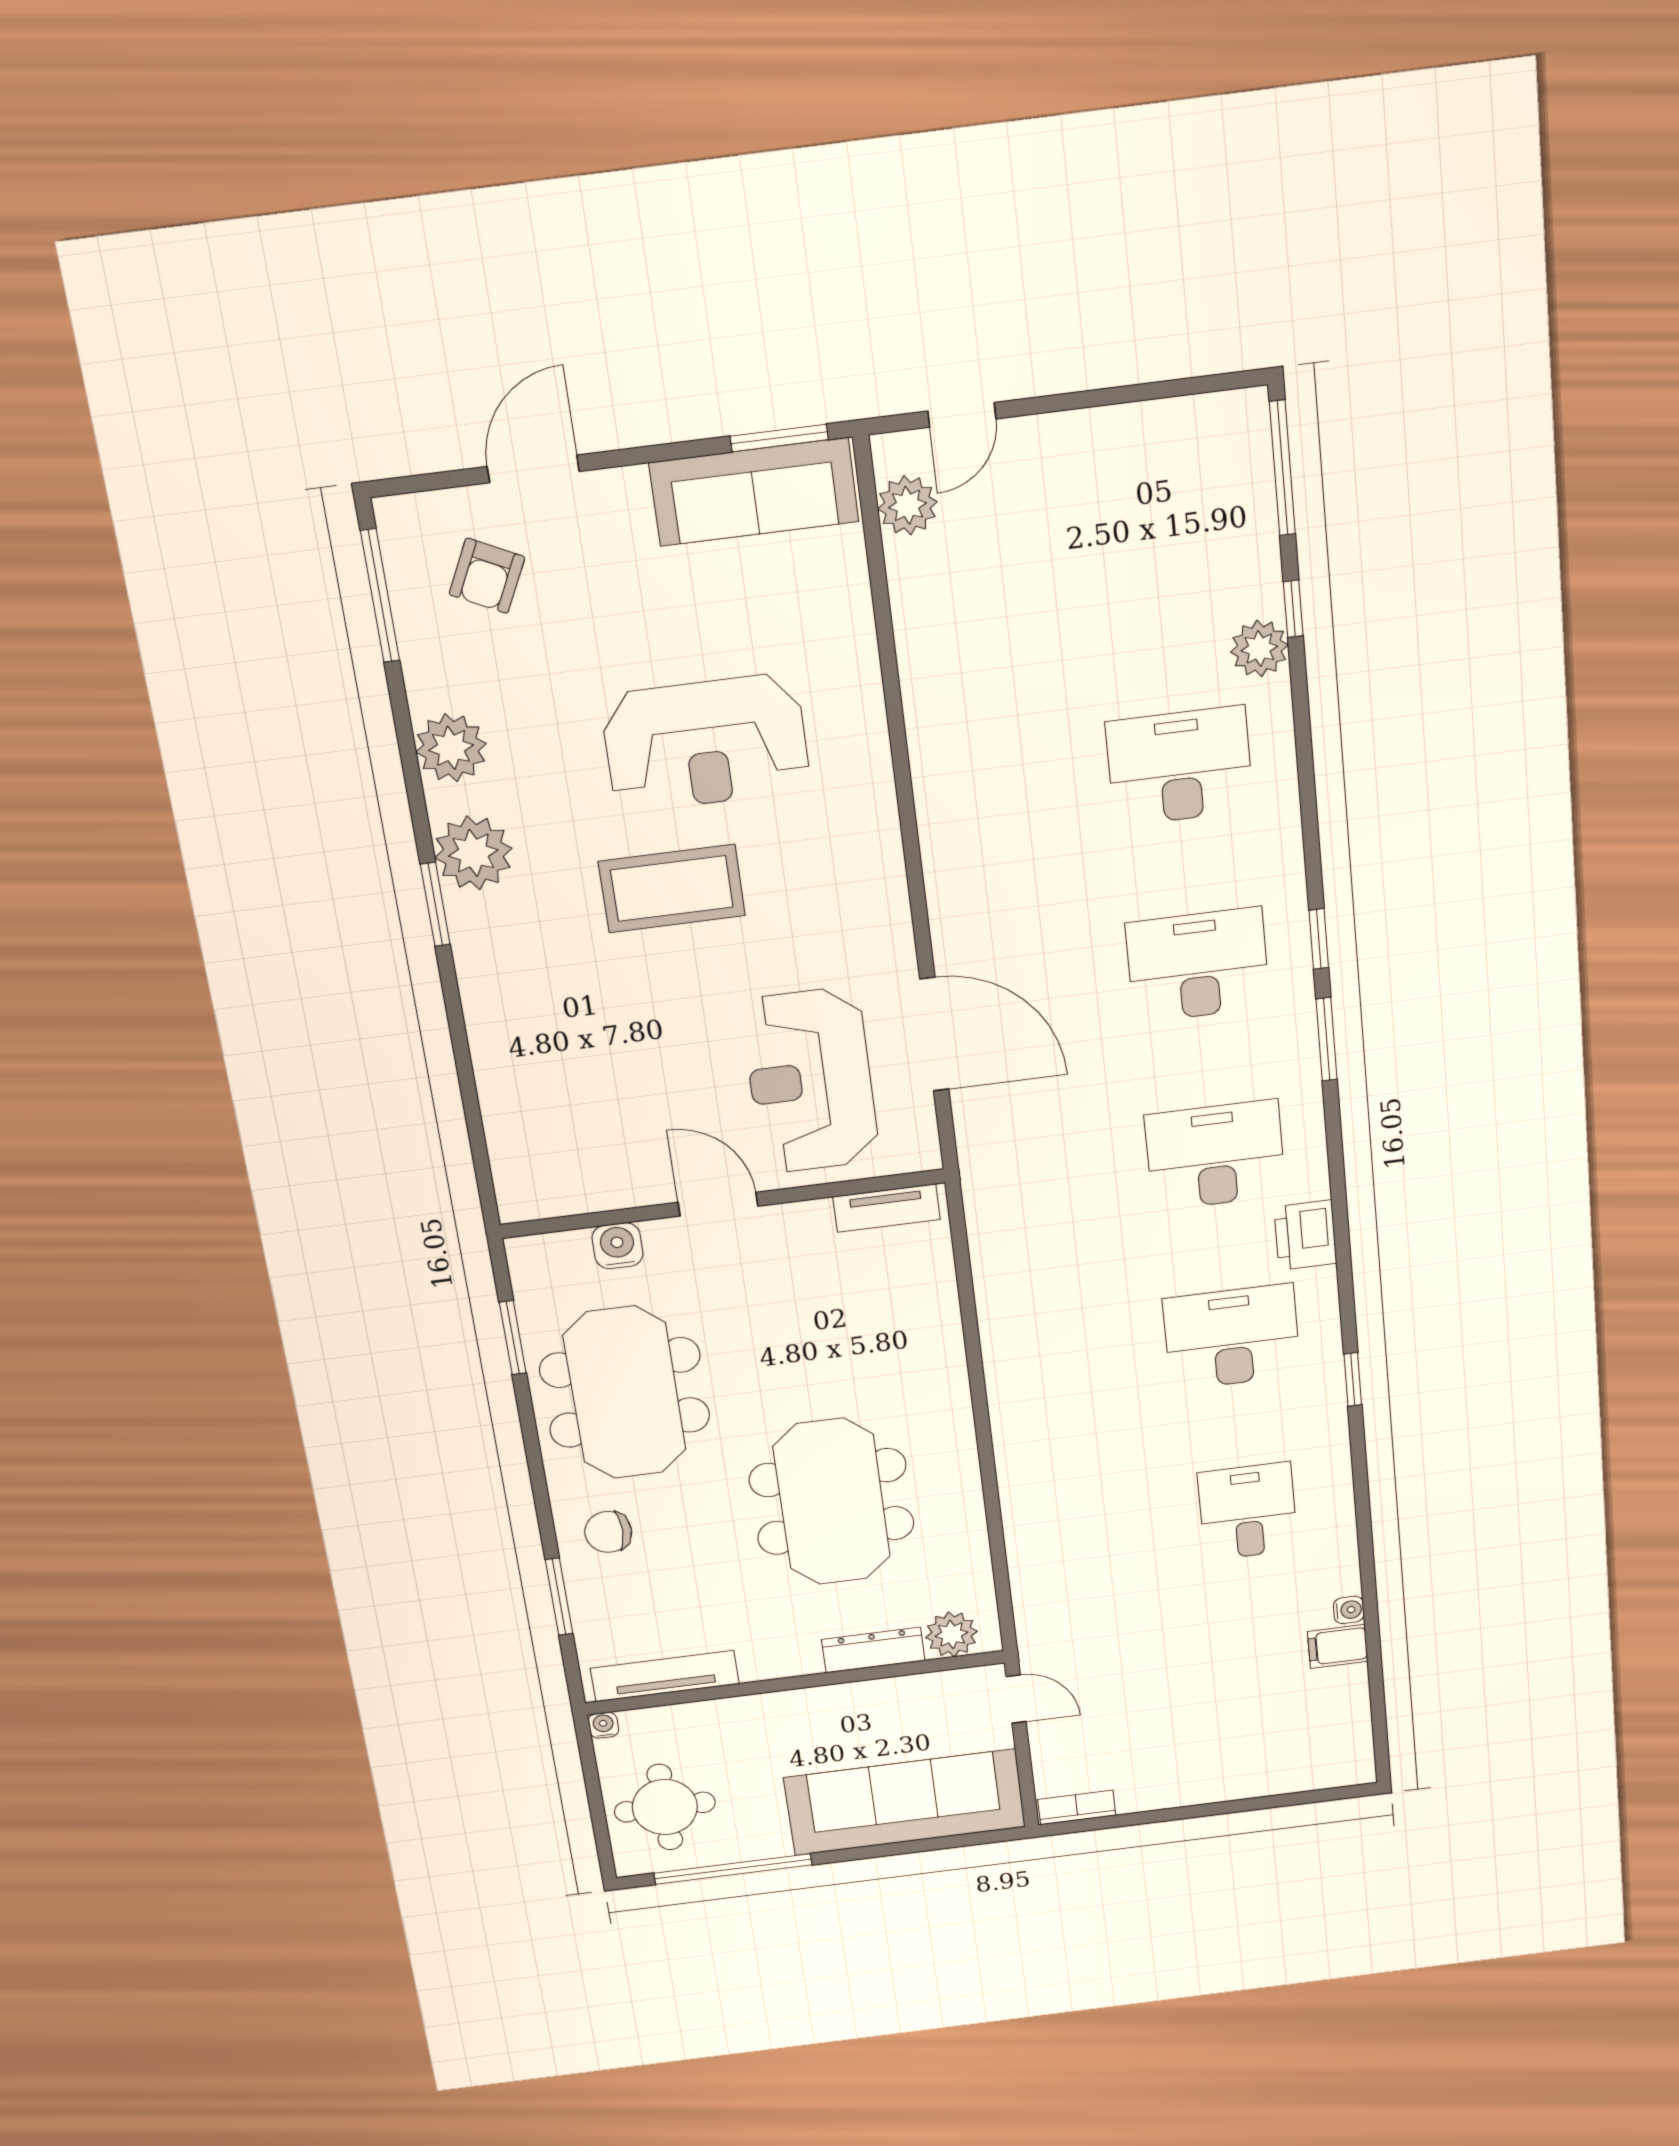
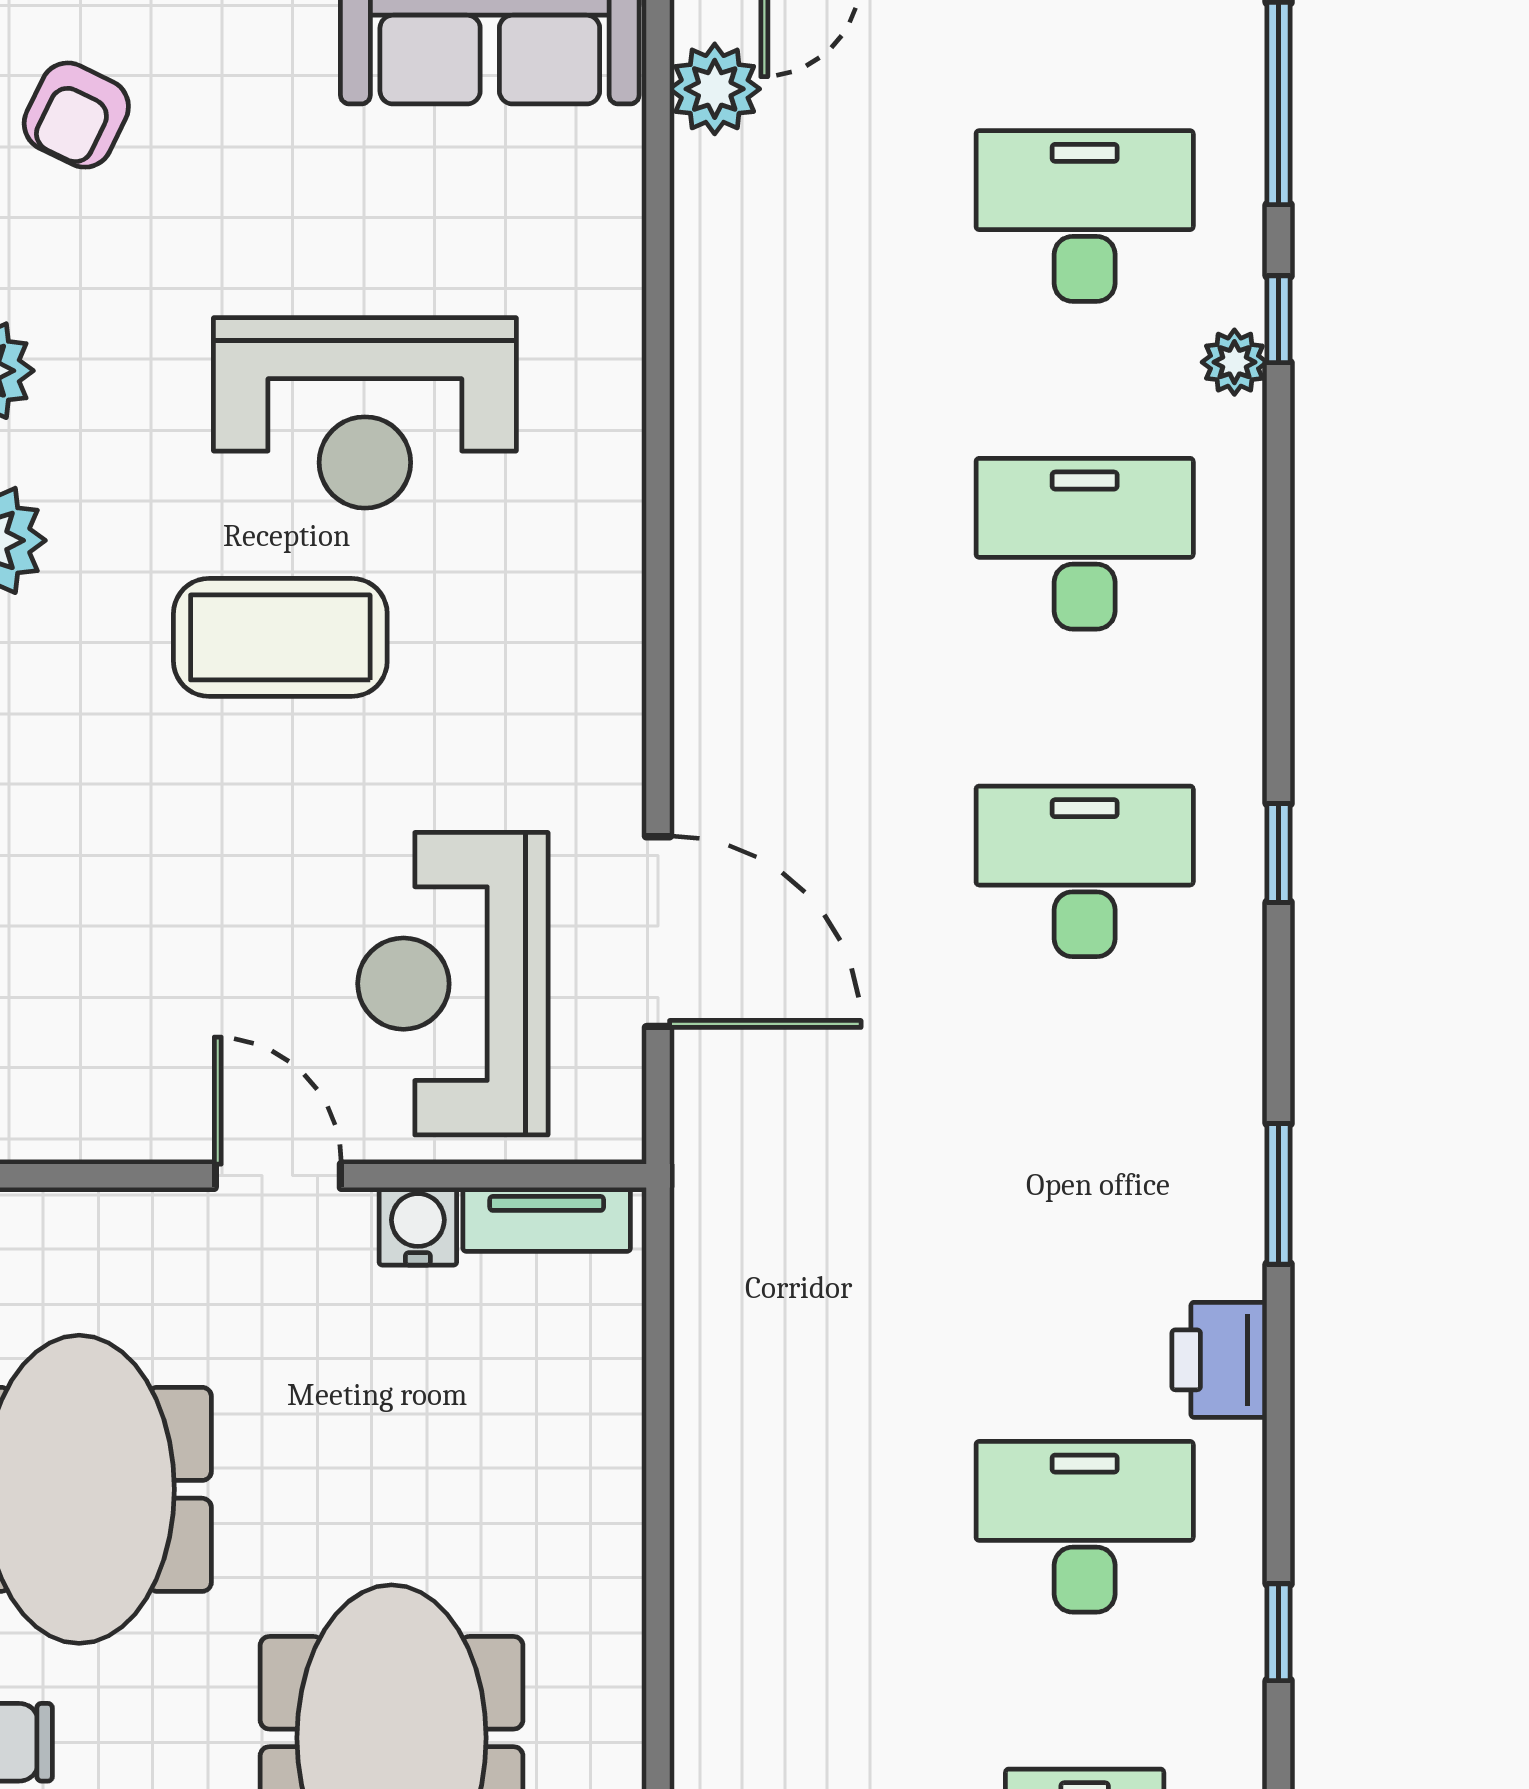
plant: (1259, 649) -> (1234, 362), width x0.73, depth x0.73
window: (1326, 1039) -> (1279, 1194), moved
desk: (1215, 1155) -> (1085, 216), moved
water cooler: (618, 1246) -> (418, 1226), moved

